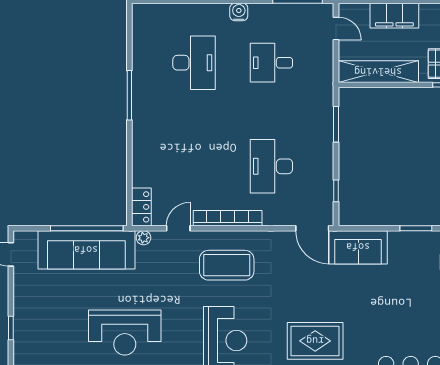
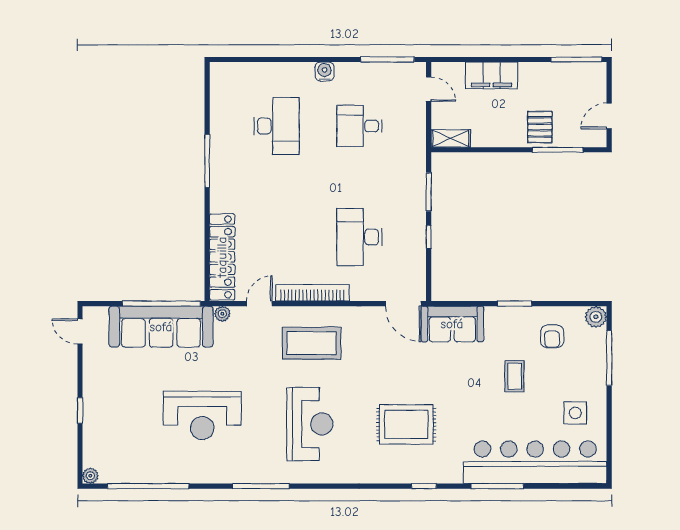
shelving: (378, 72) -> (451, 138), width x0.45, depth x0.75
window: (336, 191) -> (429, 237), moved
locker: (141, 207) -> (222, 257), width x2.16, depth x1.21
coffee table: (416, 296) -> (514, 376), added

